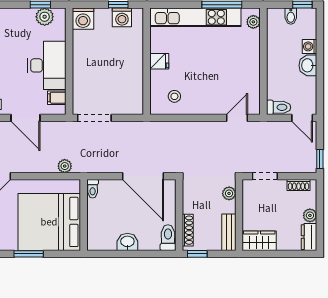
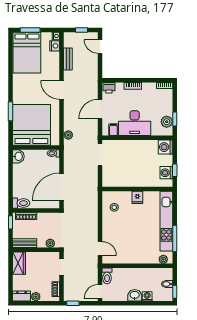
washbasin: (127, 242) -> (18, 156), moved

